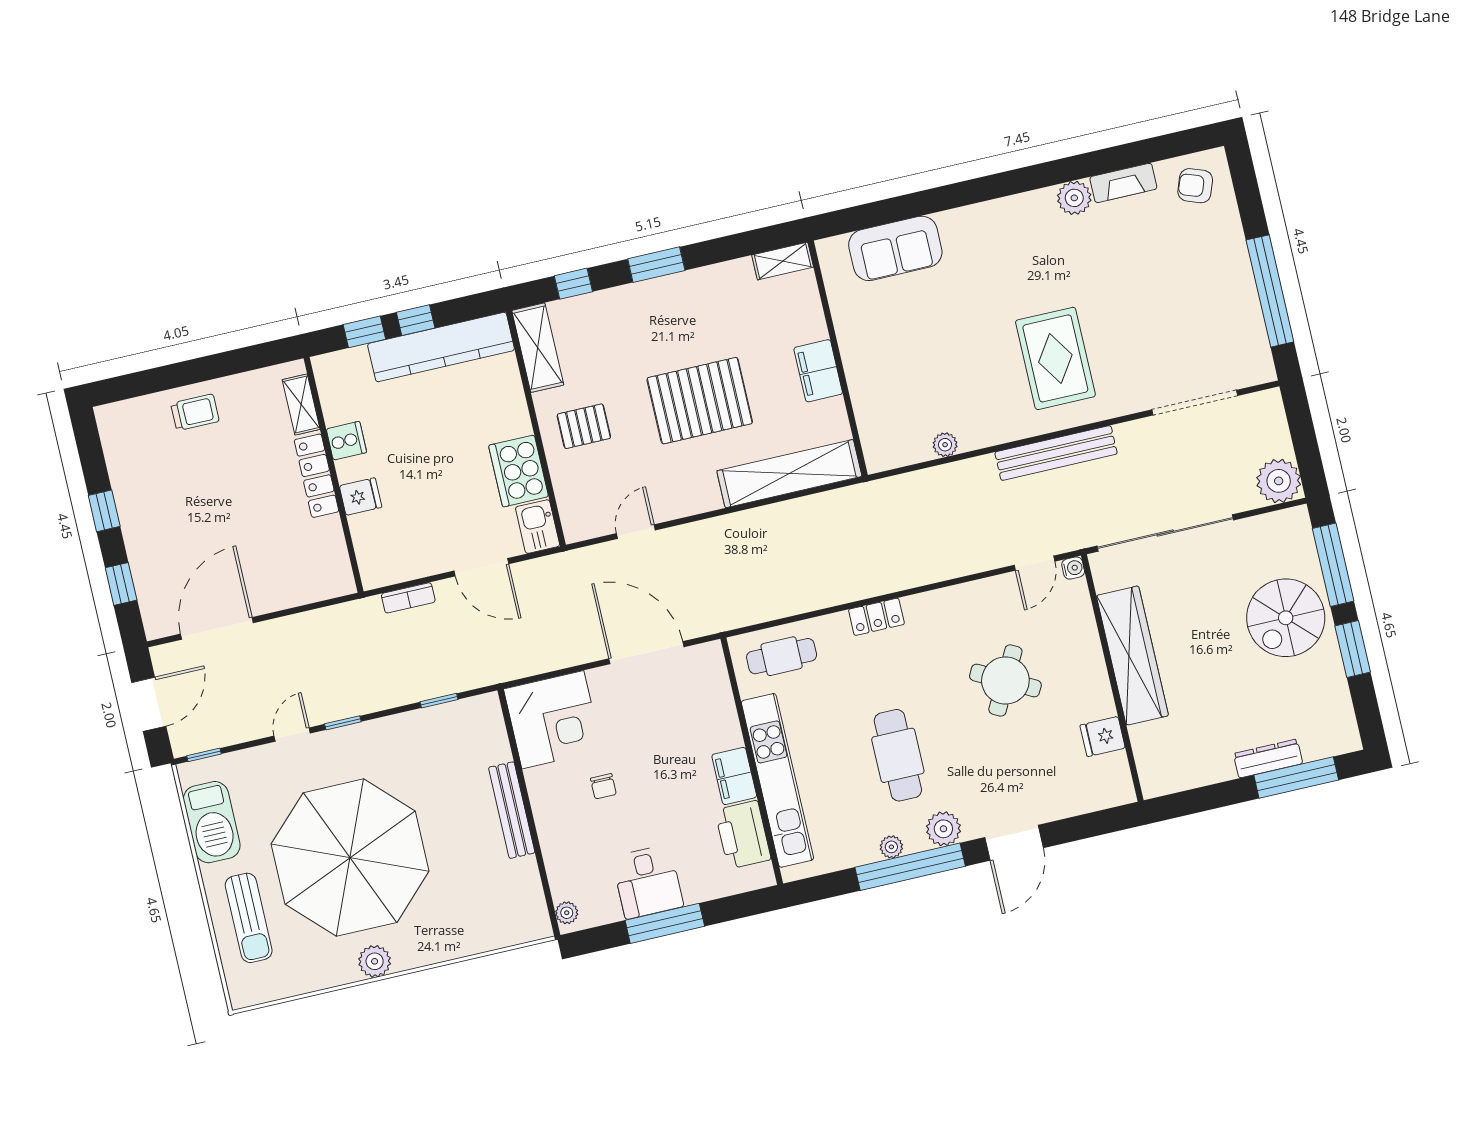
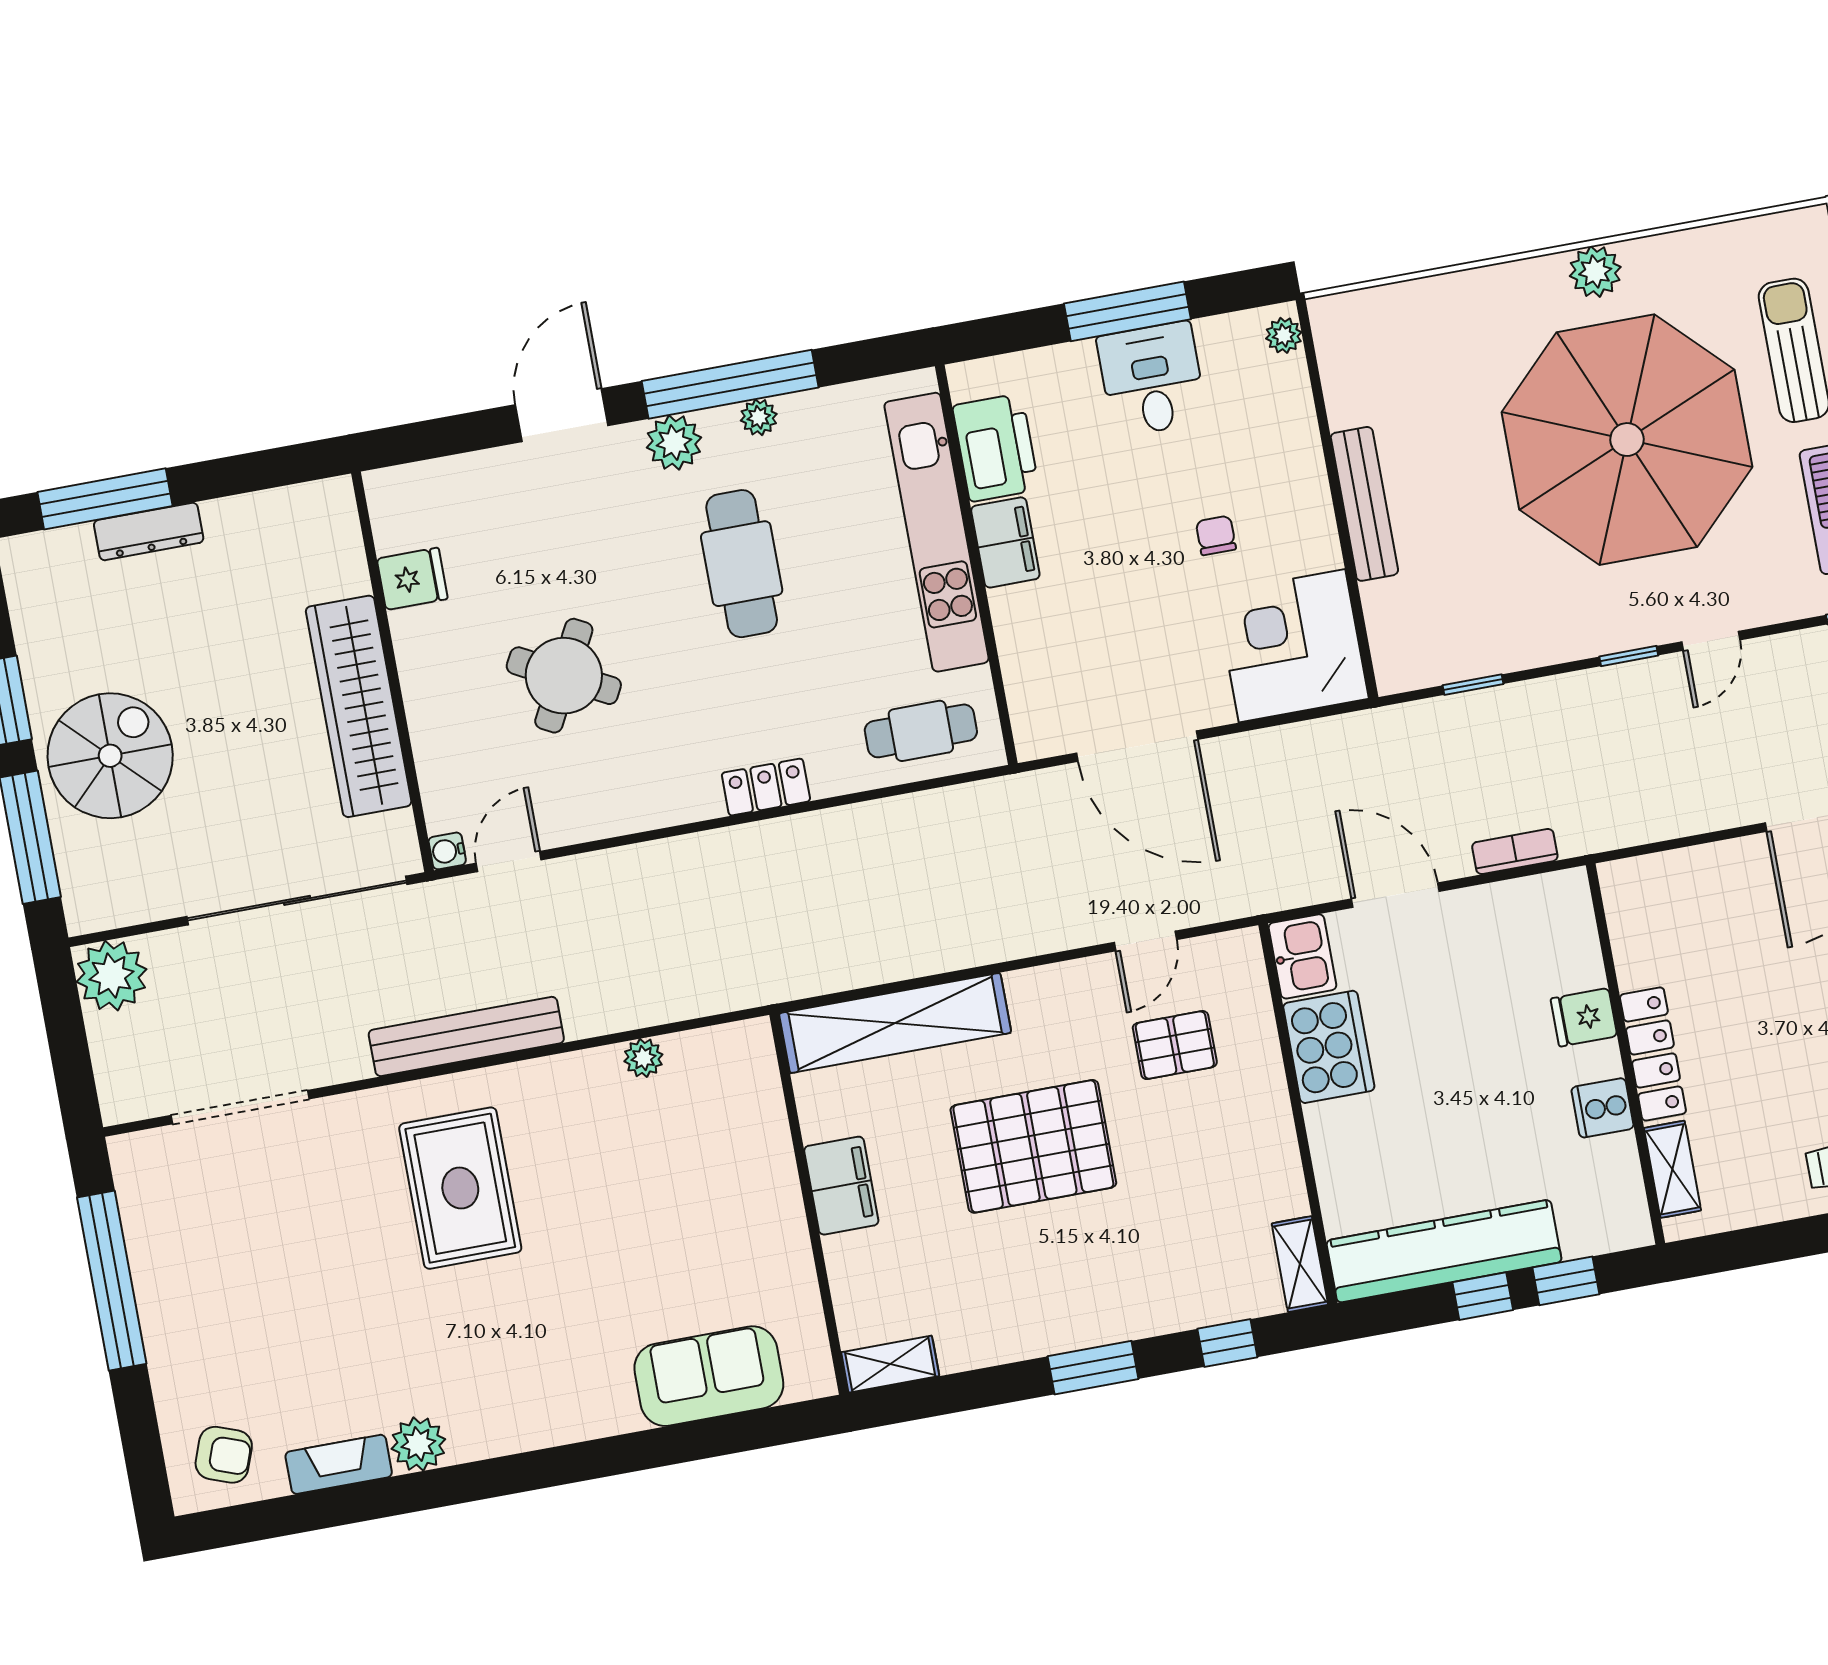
shelving: (538, 348) -> (1300, 1264), width x0.67, depth x0.75
pallet: (584, 426) -> (1175, 1045), moved

